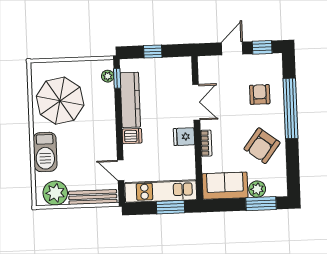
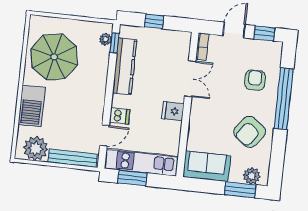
dishwasher: (132, 136) -> (120, 116), moved
bookcase: (206, 143) -> (202, 47), moved
door: (121, 170) -> (104, 136), swing flipped
plant: (257, 189) -> (252, 176), moved
window: (170, 207) -> (132, 178), moved

